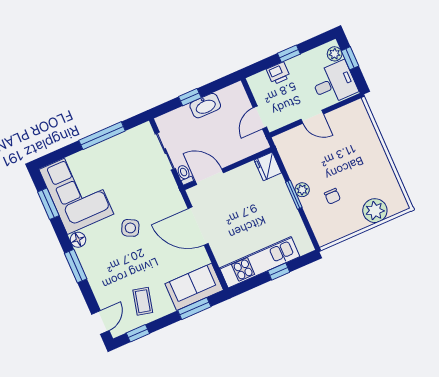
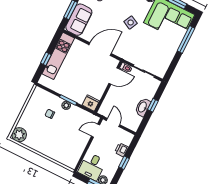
door: (312, 117) -> (95, 131), moved
window: (102, 136) -> (186, 39), moved
plant: (375, 211) -> (19, 135), moved

